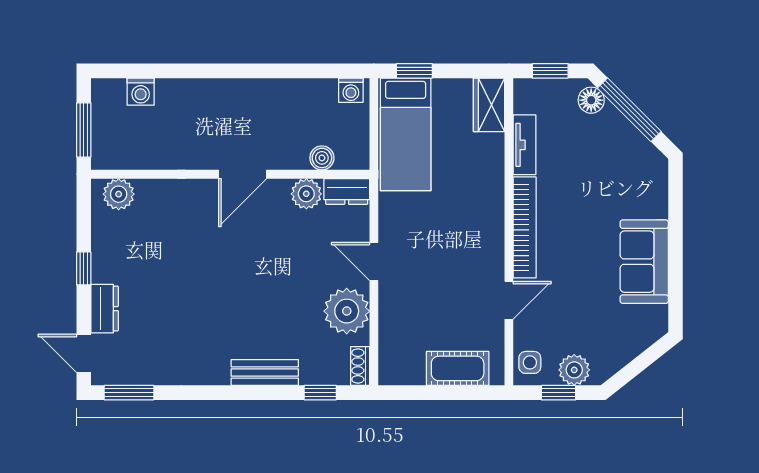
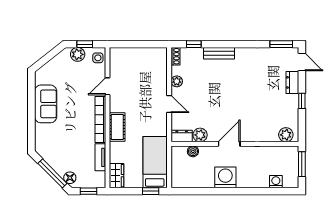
washing machine: (351, 90) -> (225, 177), moved, width x1.89, depth x1.89
plant: (347, 311) -> (177, 81), width x0.53, depth x0.53
cot: (458, 368) -> (117, 127), moved, turned 90

